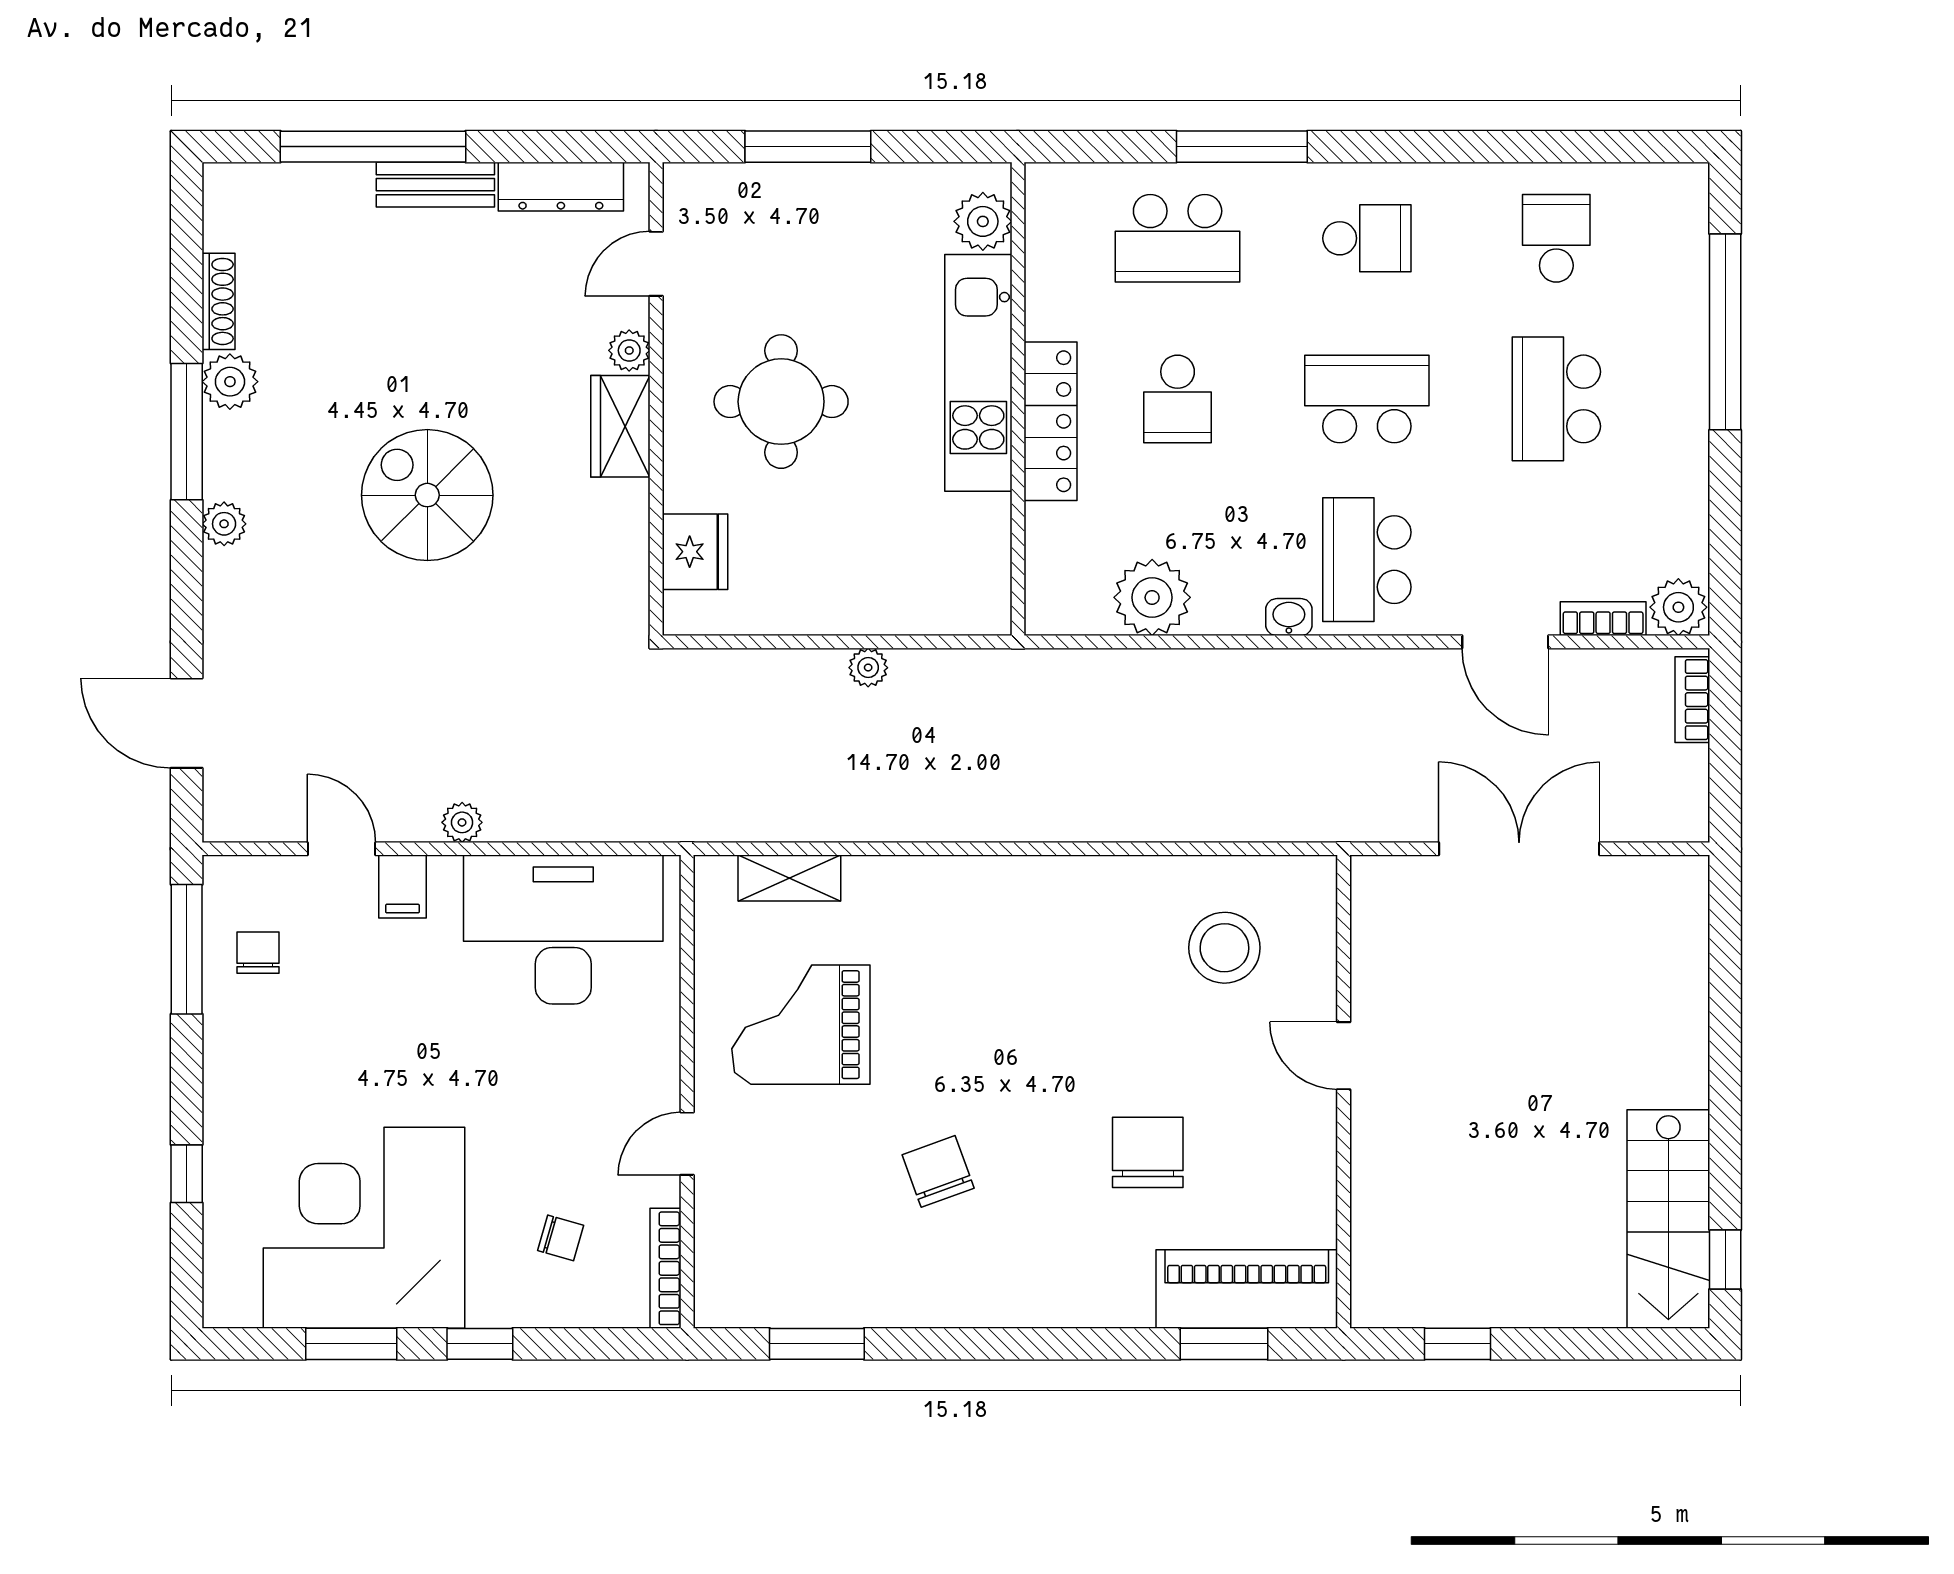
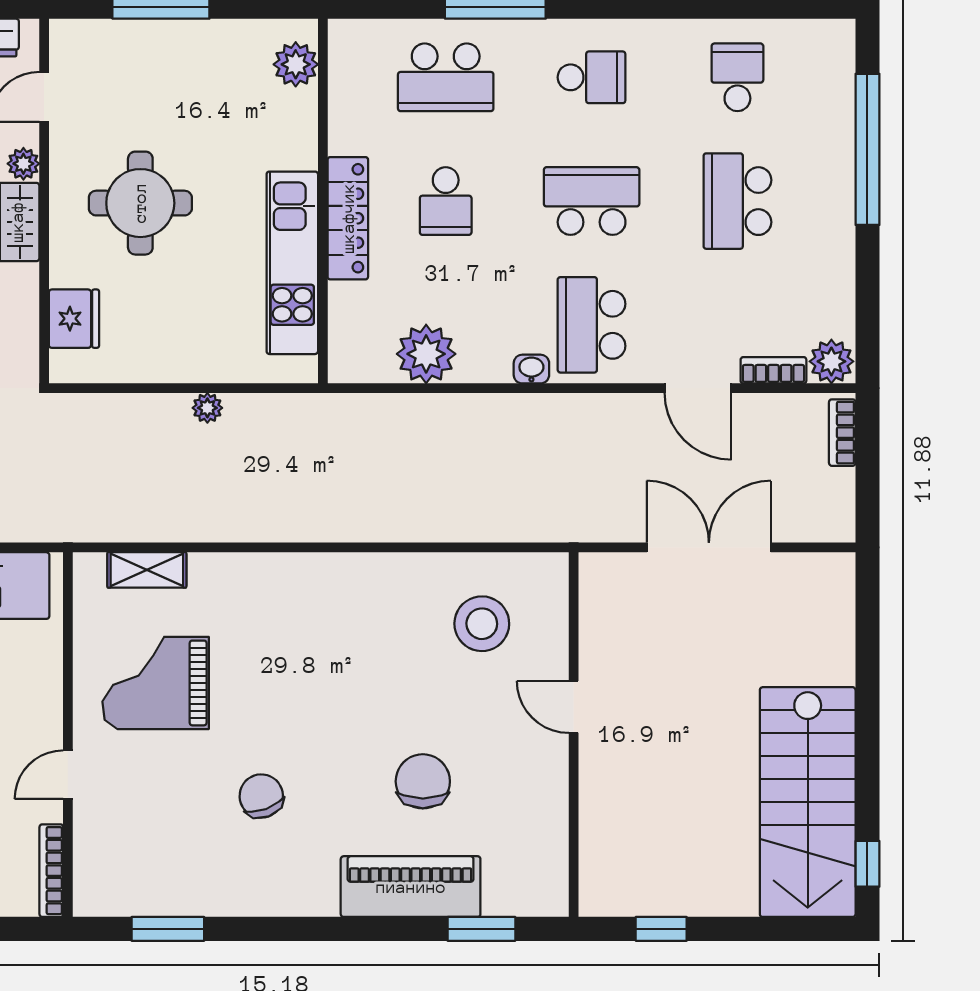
kitchen unit: (978, 373) -> (292, 263), moved
stairs: (1668, 1219) -> (808, 802), width x1.36, depth x1.51
piano: (1247, 1289) -> (411, 887), moved

